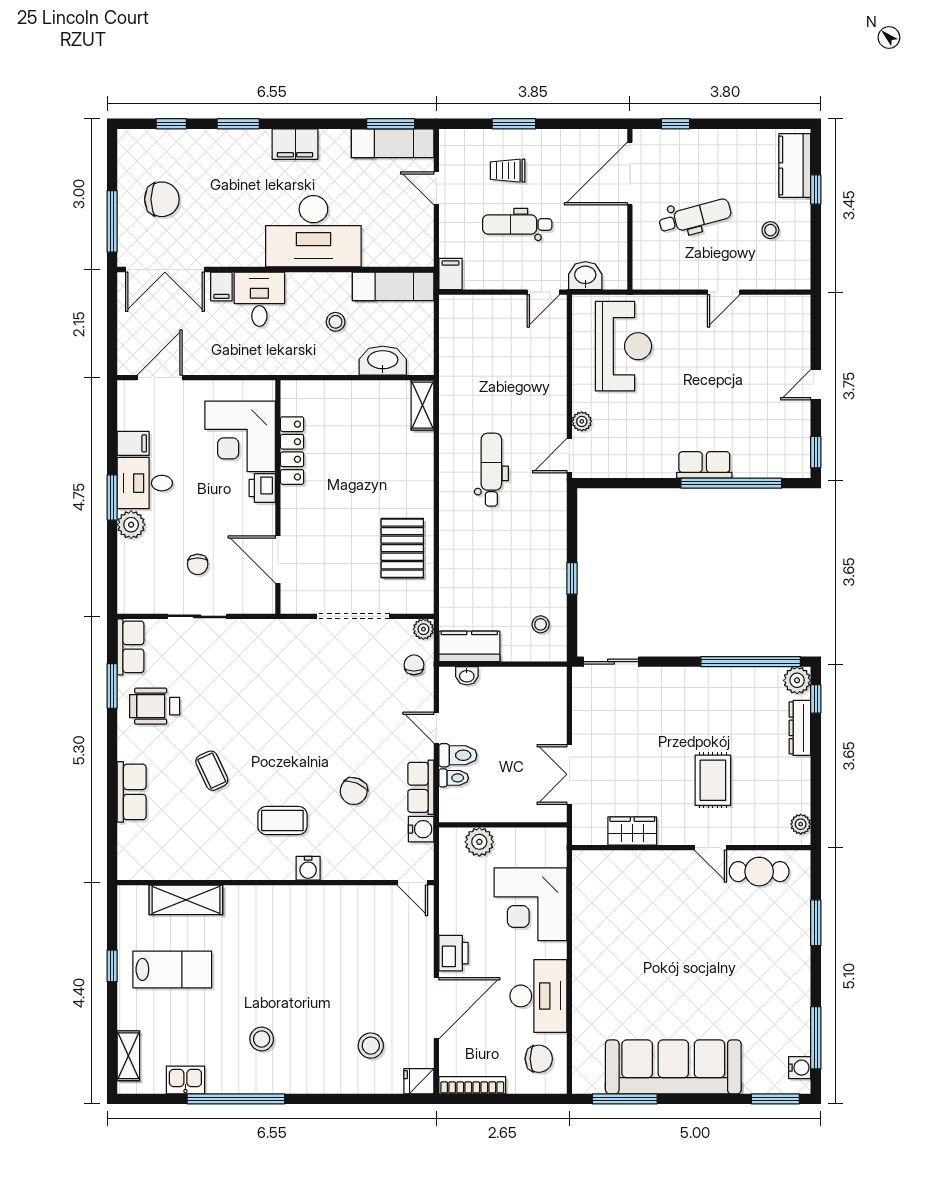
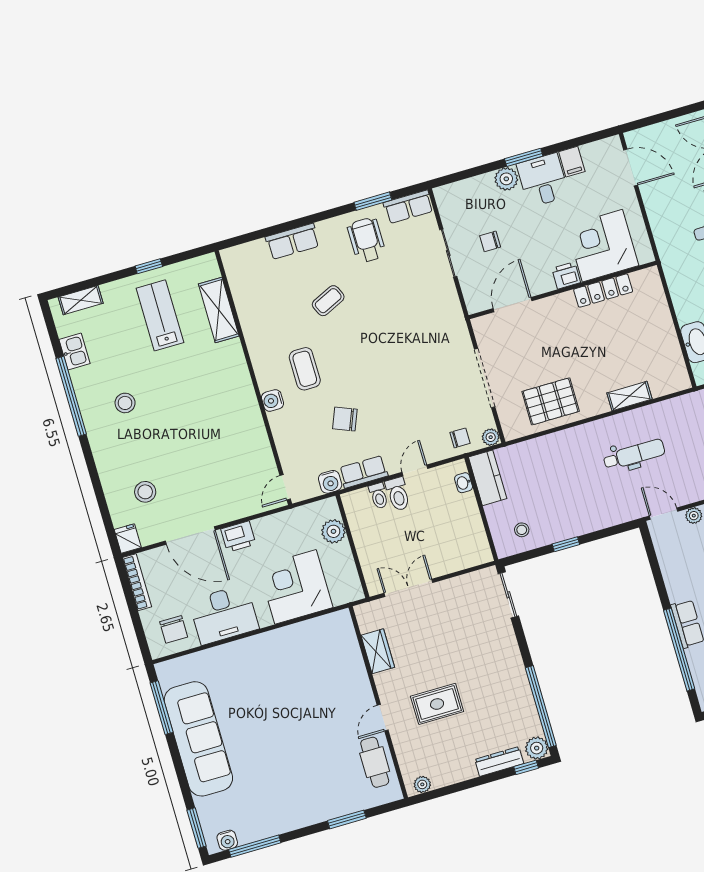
shelving: (422, 405) -> (629, 396), moved
lab bench: (172, 969) -> (160, 315), turned 180

